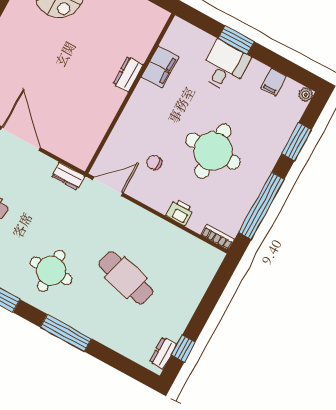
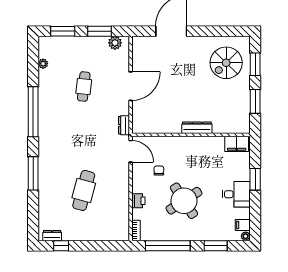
desk: (225, 66) -> (236, 194), moved
filing cabinet: (160, 67) -> (237, 144), moved
dresser: (128, 74) -> (197, 128), width x1.44
filing cabinet: (273, 82) -> (243, 225), moved
round table: (213, 151) -> (184, 201), turned -33
round table: (51, 271) -> (64, 145), removed

